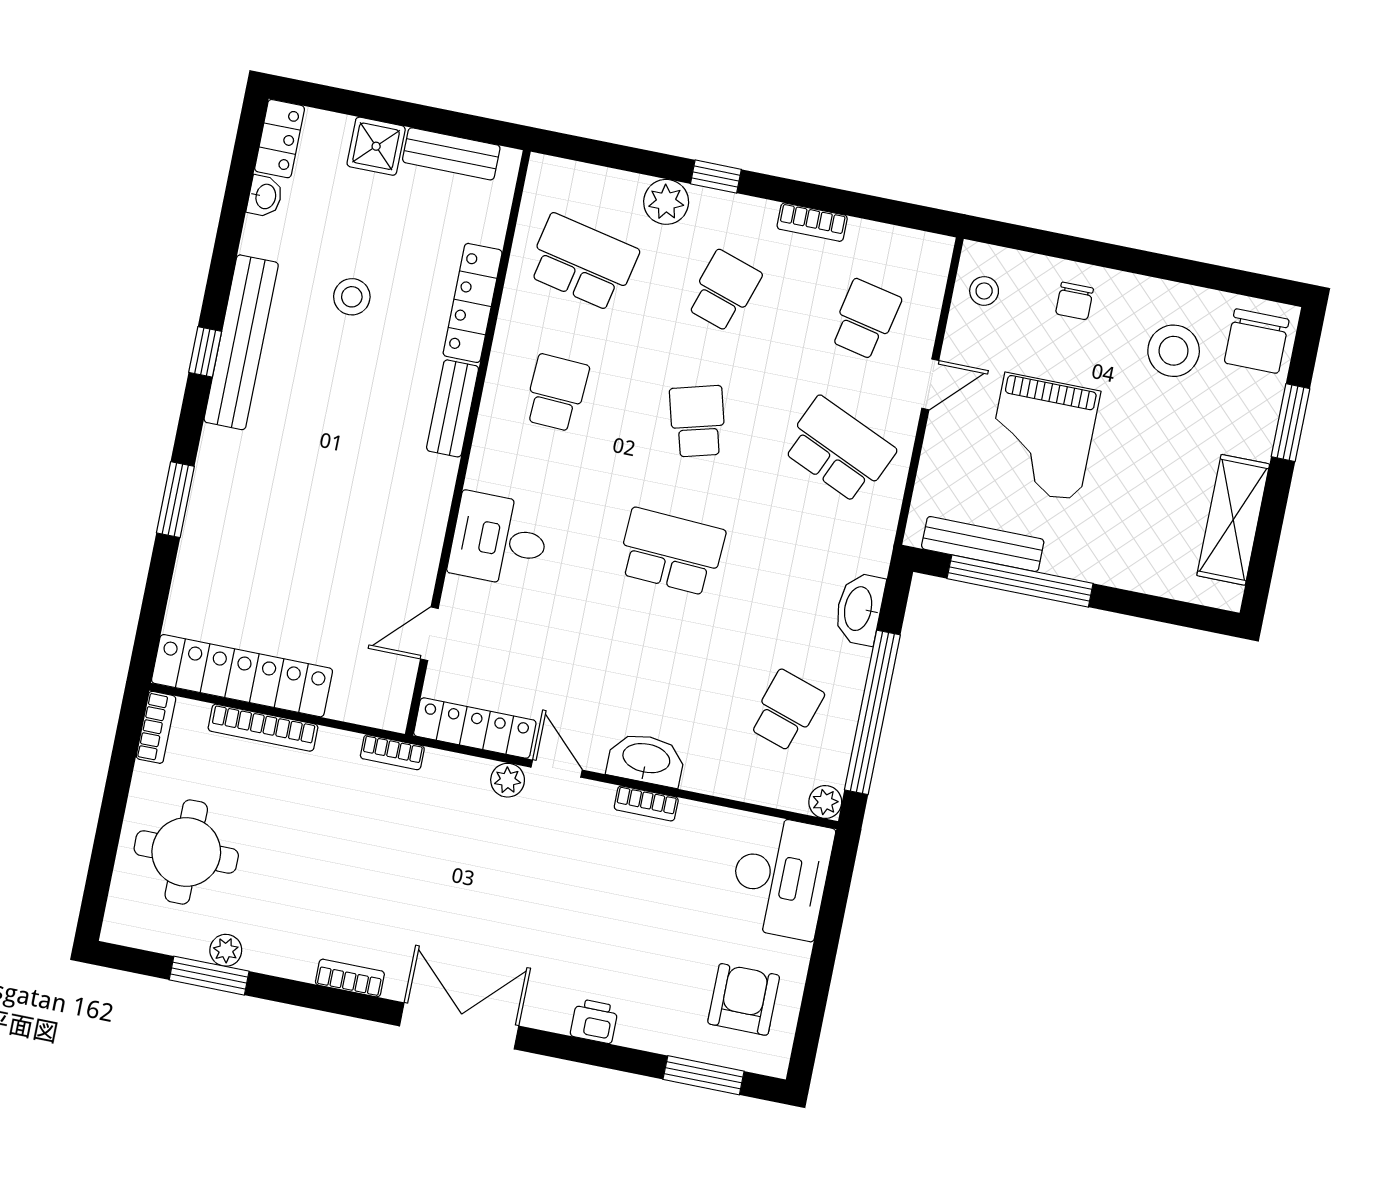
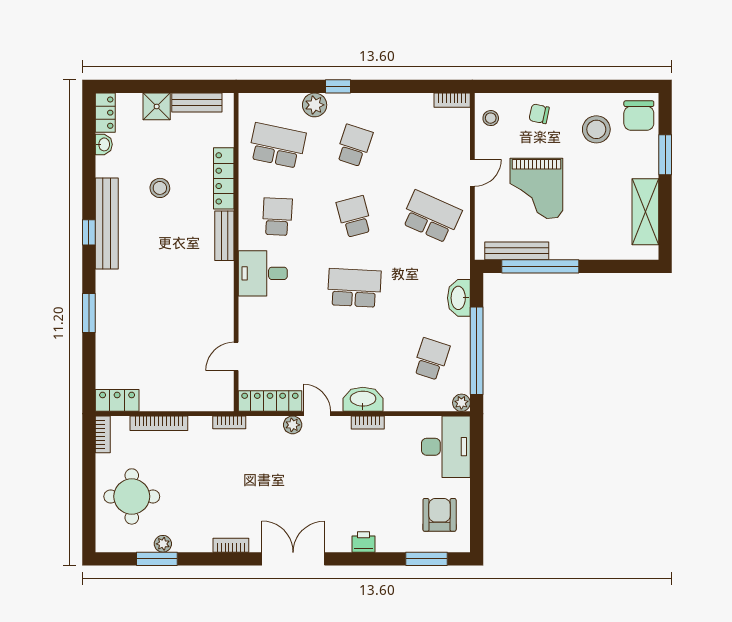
bookcase: (812, 222) -> (452, 100), moved
chair: (1074, 301) -> (539, 114), turned 102
school desk: (865, 319) -> (431, 145), removed
desk: (499, 540) -> (263, 273), moved
locker: (242, 676) -> (117, 400), width x0.46, depth x0.83

